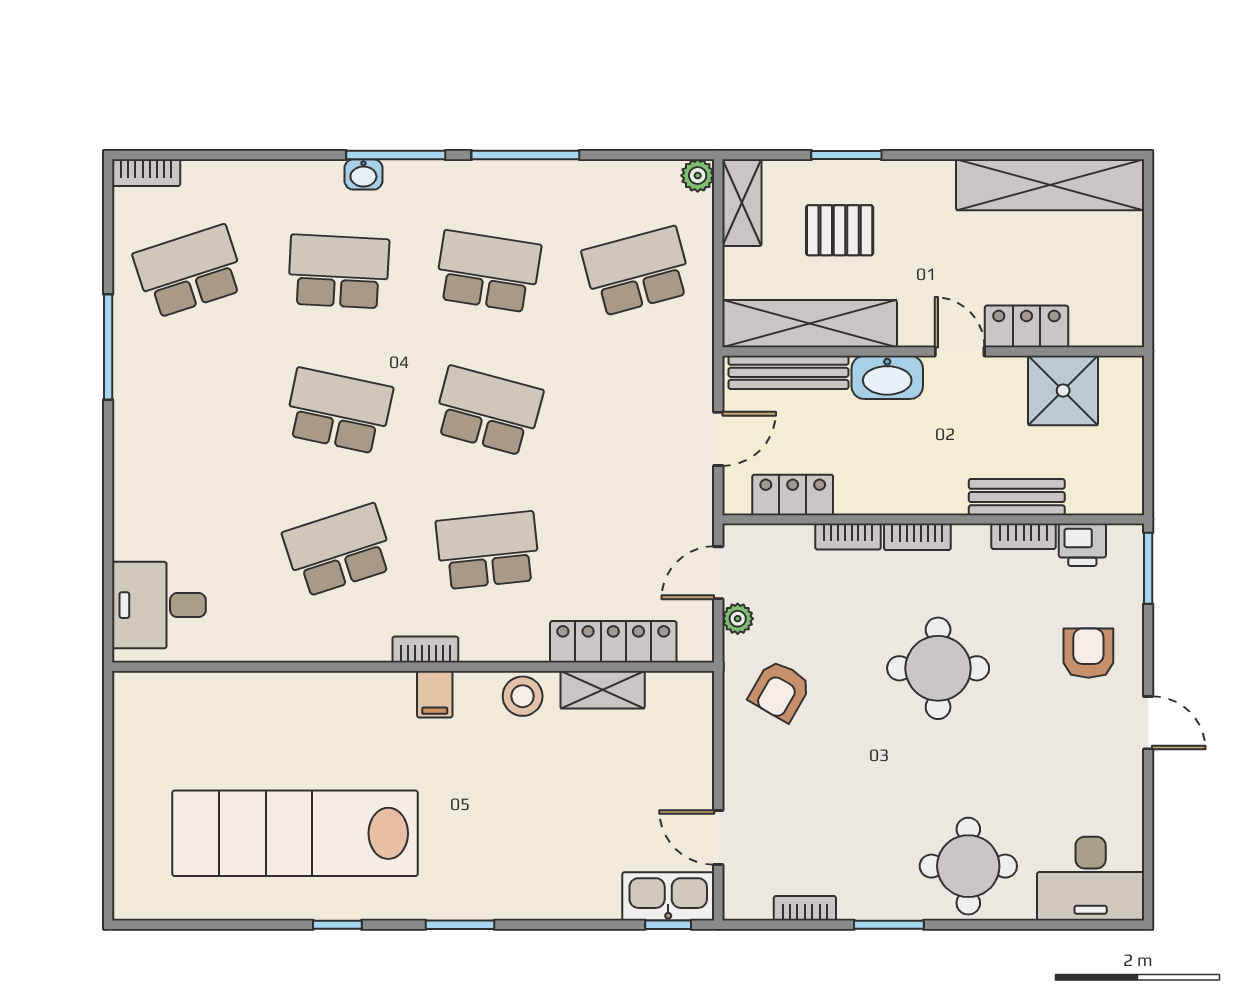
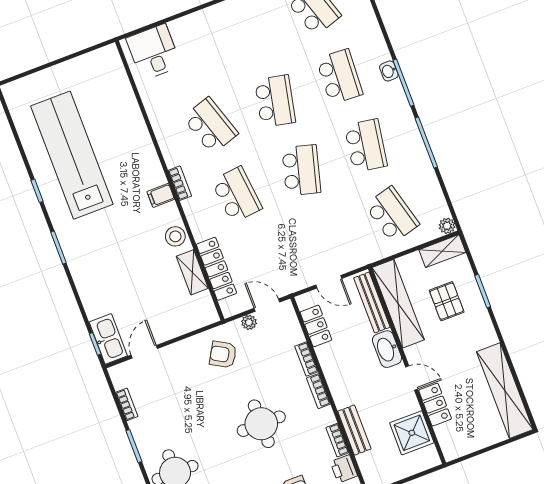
door: (960, 352) -> (412, 378), hinge flipped

